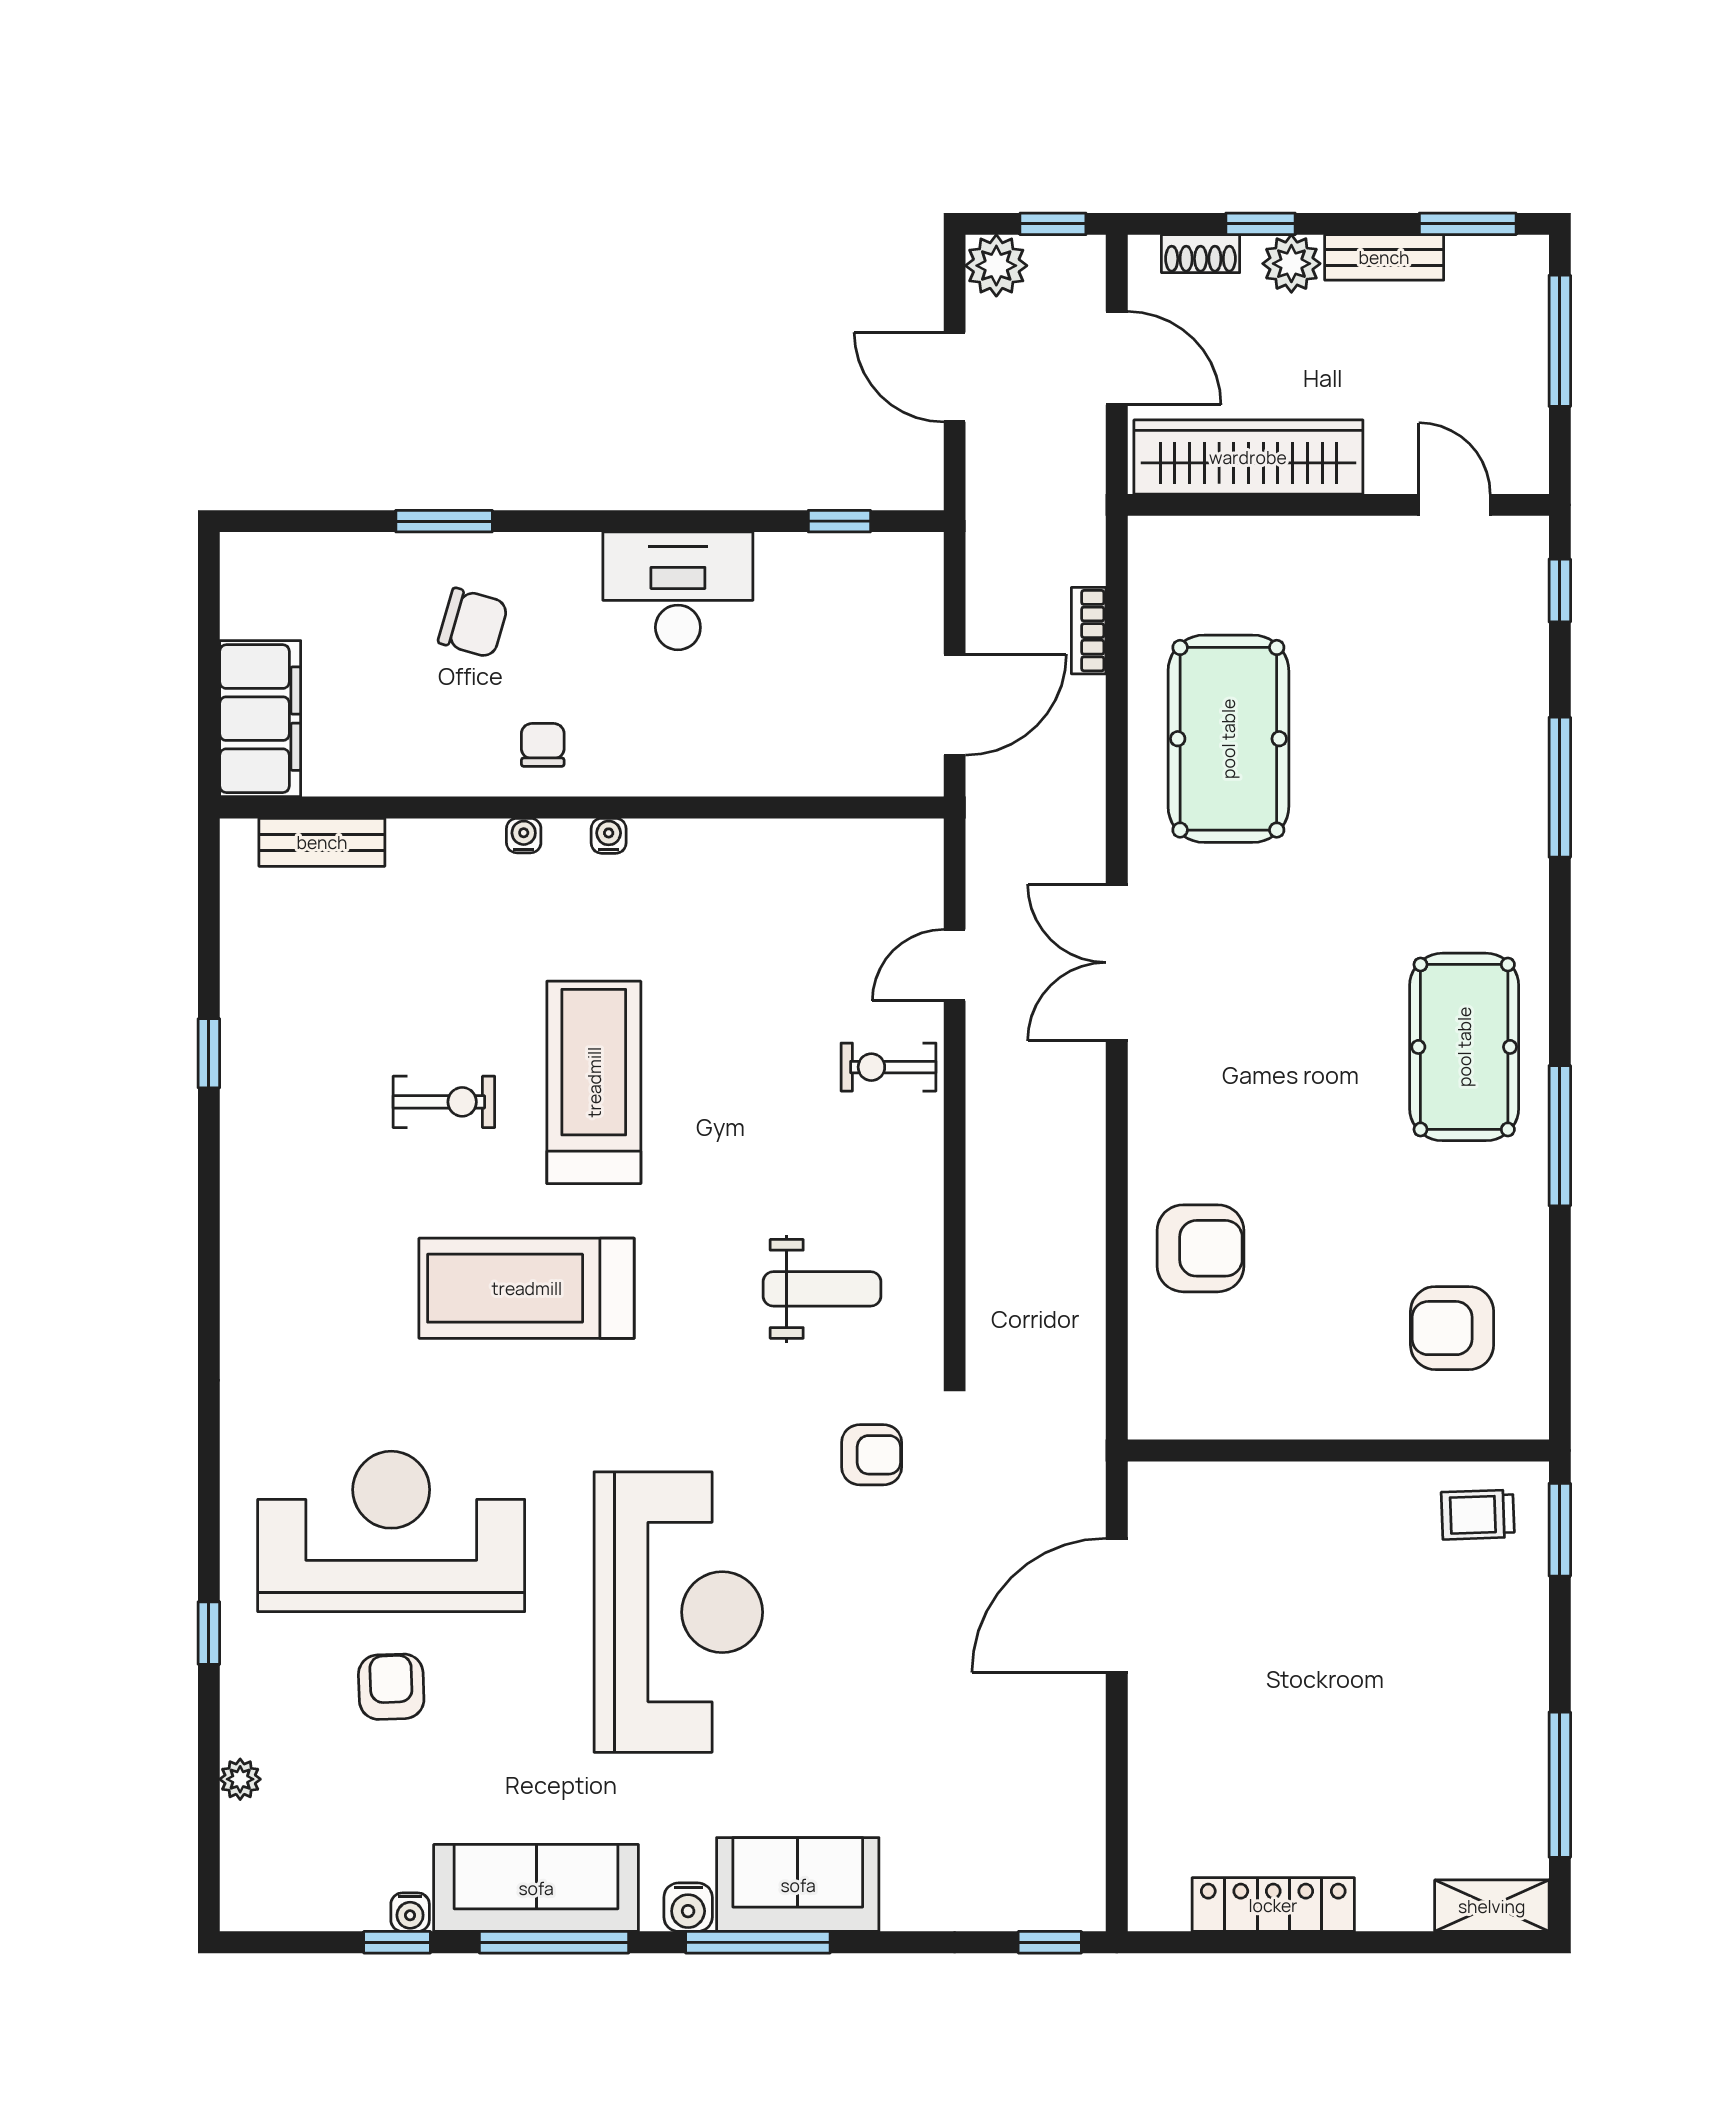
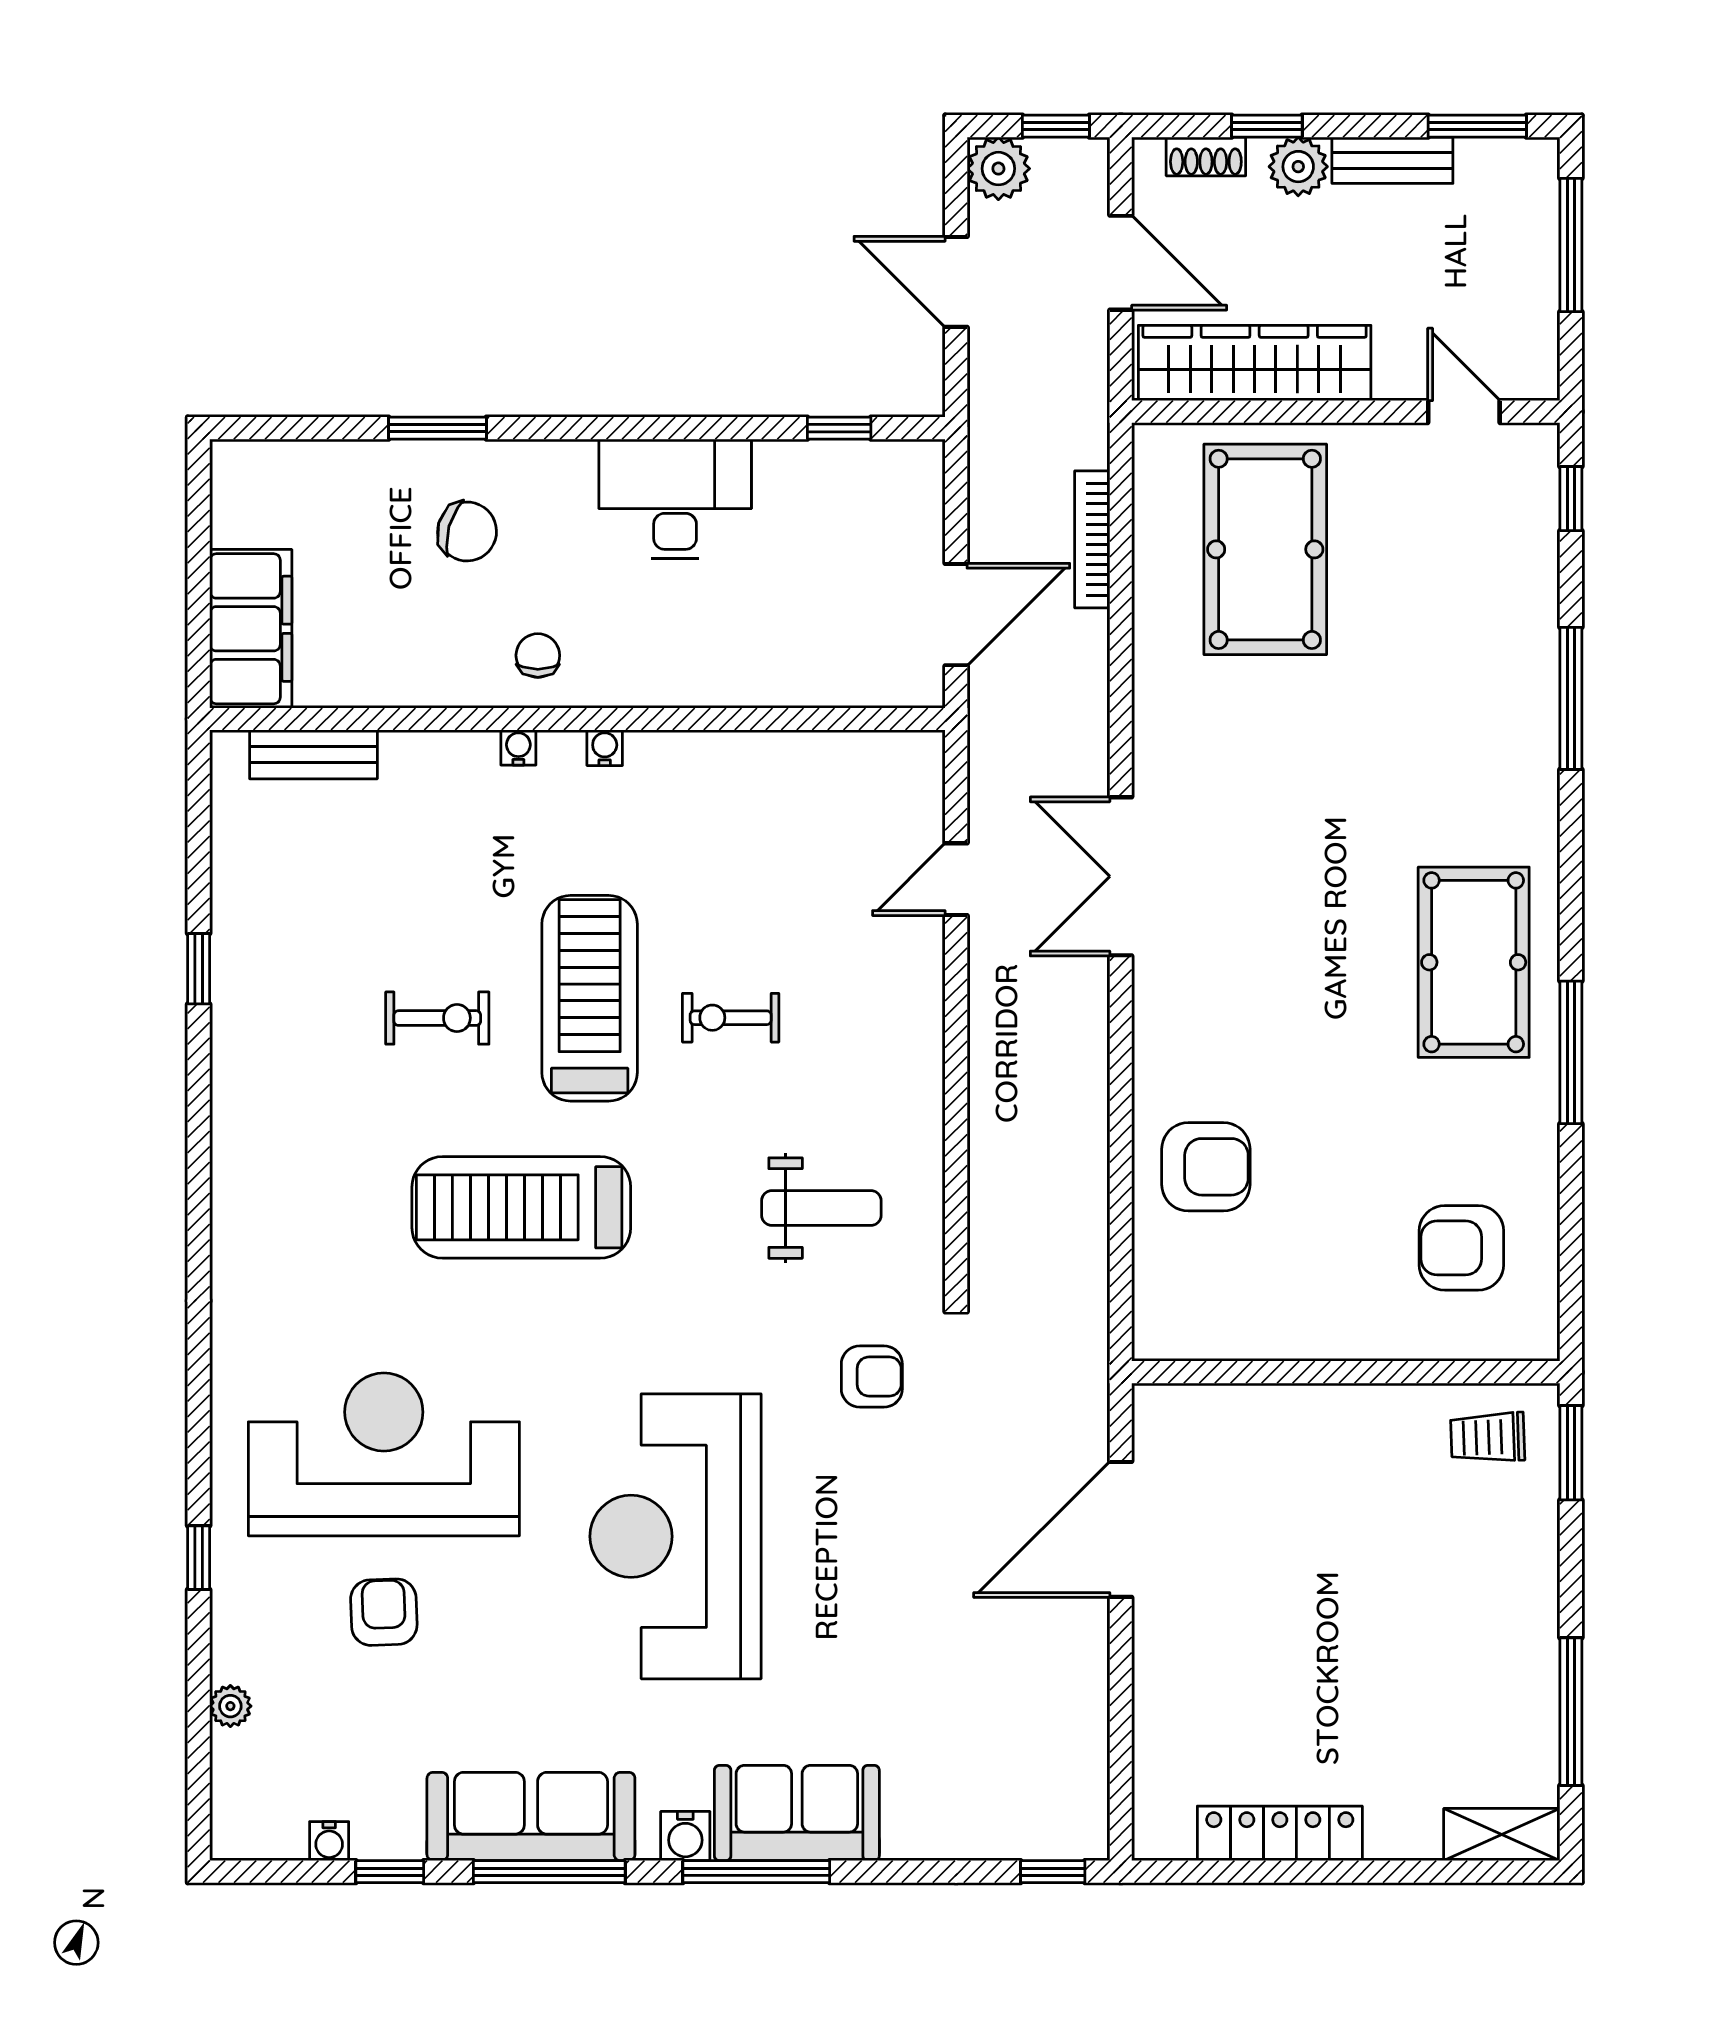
bookcase: (1089, 631) -> (1092, 539), width x1.56
pool table: (1228, 739) -> (1265, 549), moved
exercise bike: (888, 1067) -> (731, 1018), moved
reception desk: (678, 1612) -> (675, 1536), turned 180
water cooler: (410, 1912) -> (329, 1841), moved

